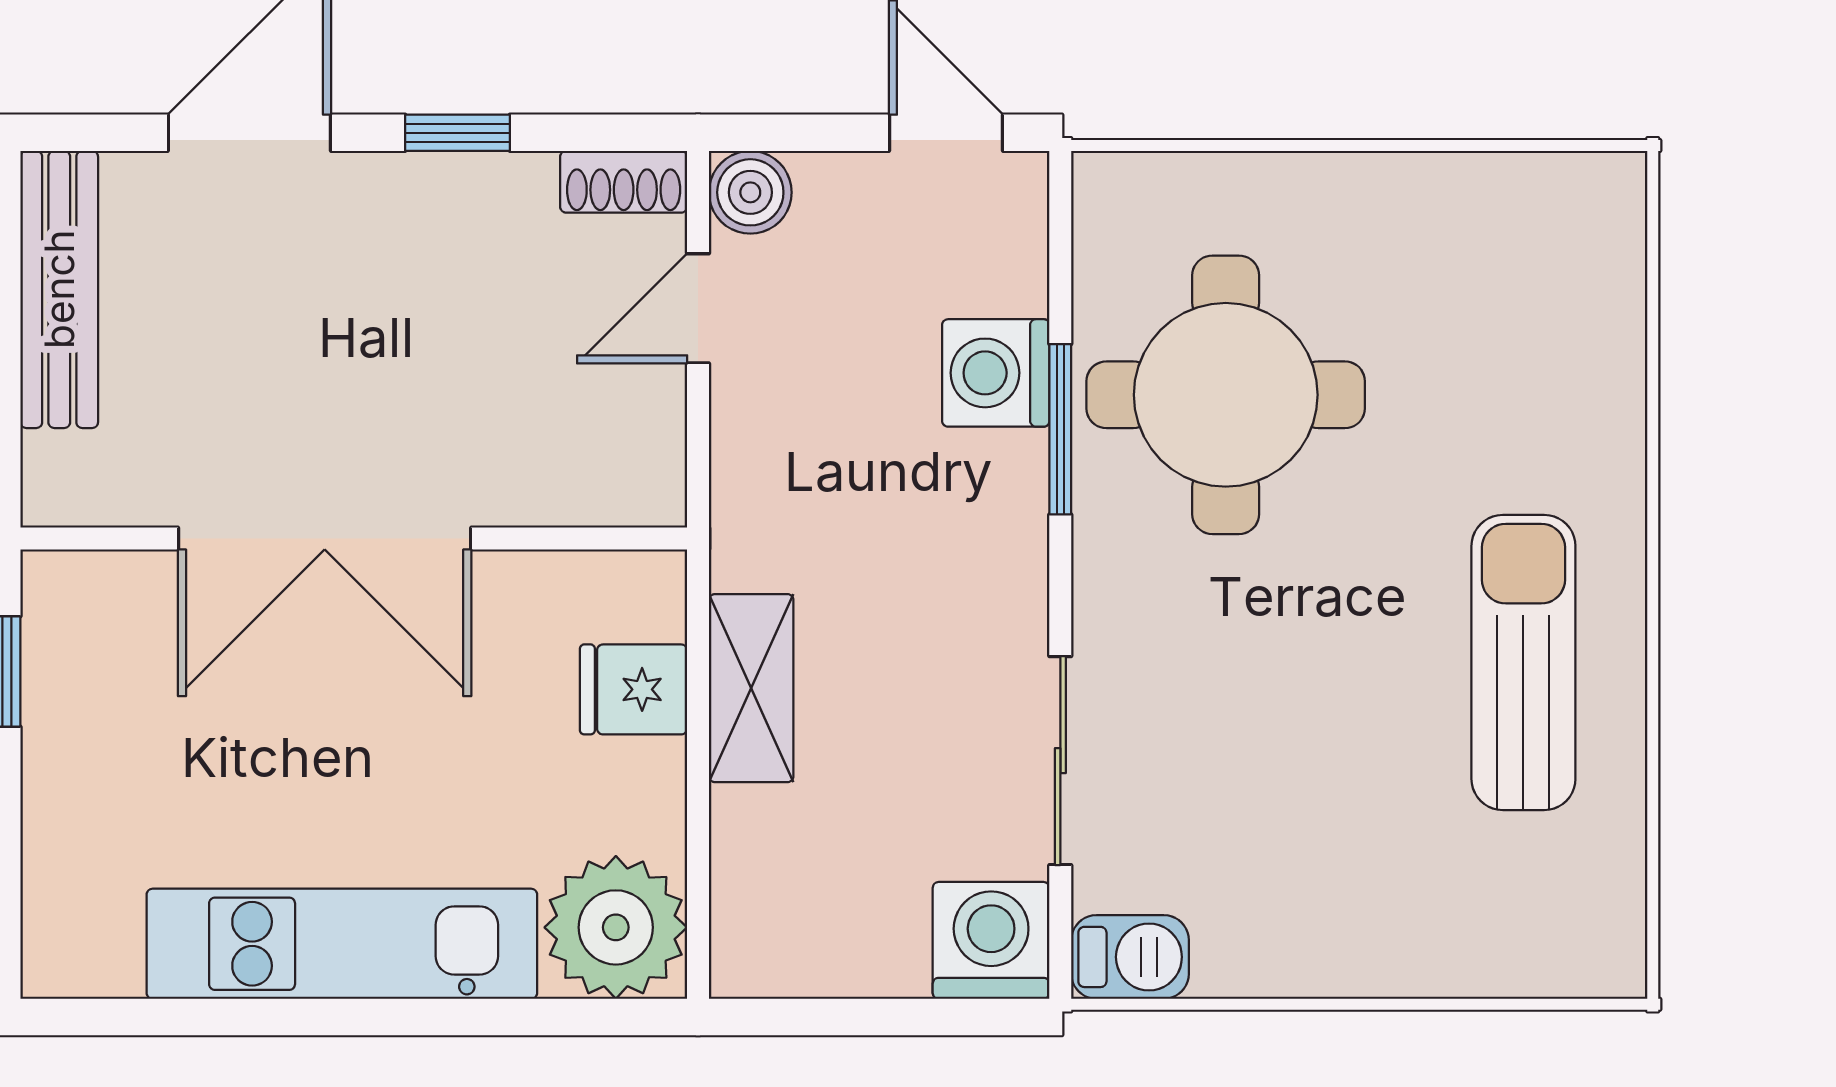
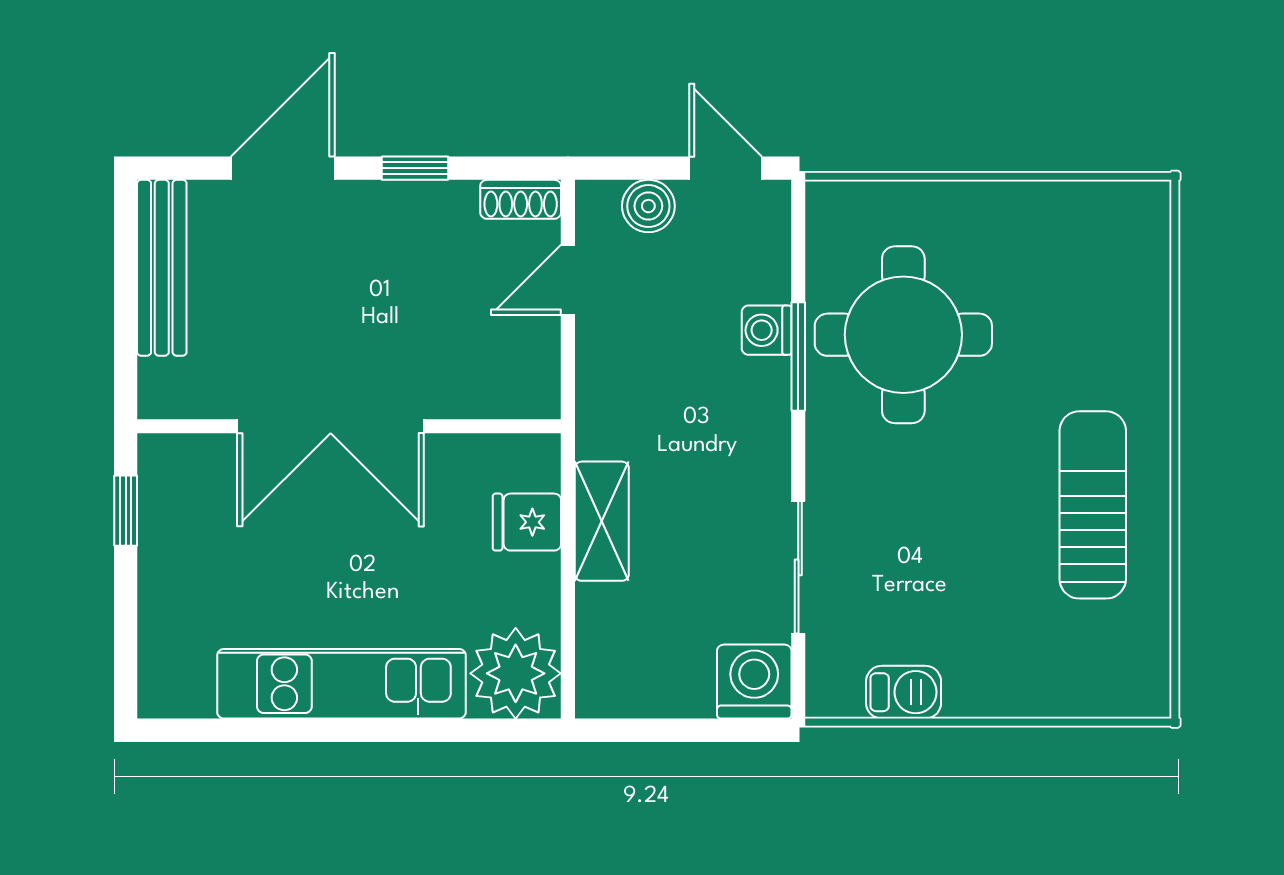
boiler: (750, 192) -> (648, 206), moved
washing machine: (996, 373) -> (767, 330), width x0.73, depth x0.73
barbecue: (1130, 957) -> (904, 692), moved

